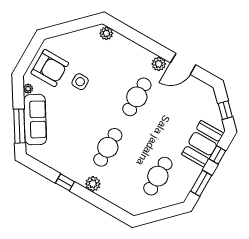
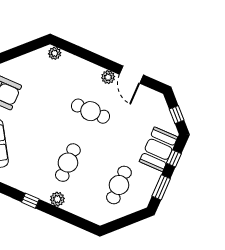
door: (183, 64) -> (131, 75), hinge flipped
side table: (80, 82) -> (34, 102), removed
cafe table: (137, 97) -> (91, 111), turned 90

